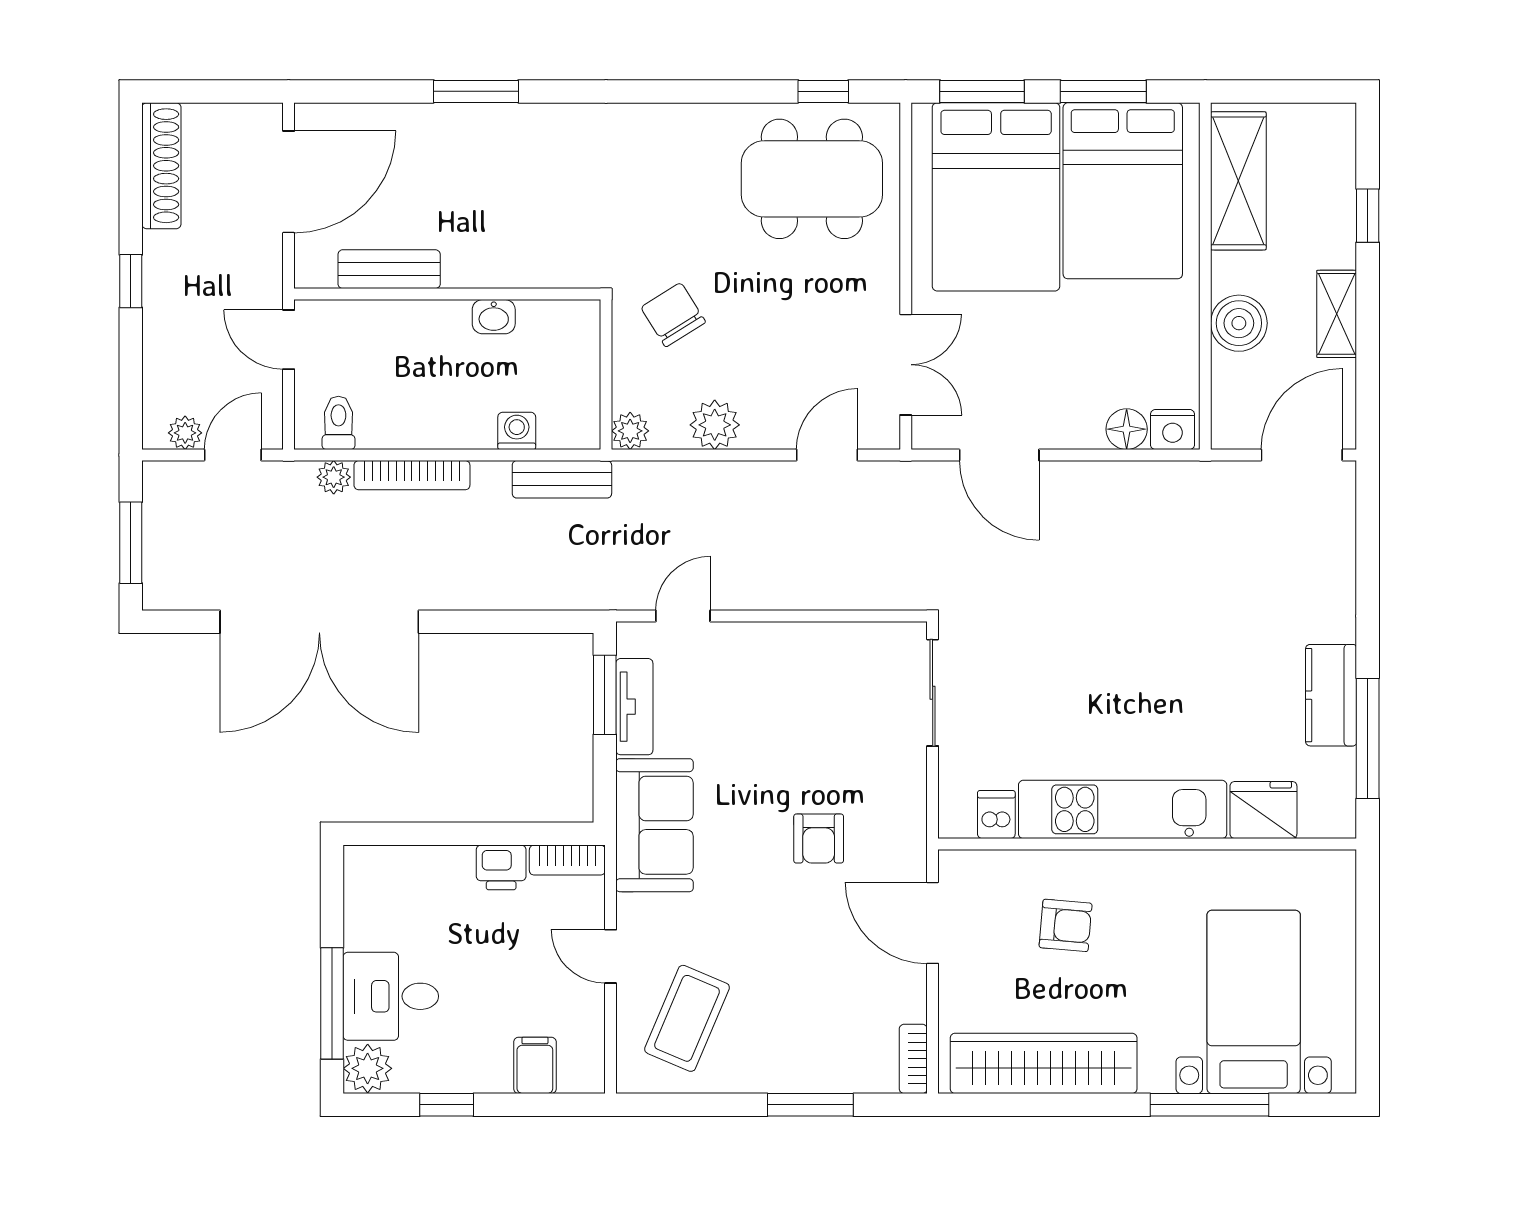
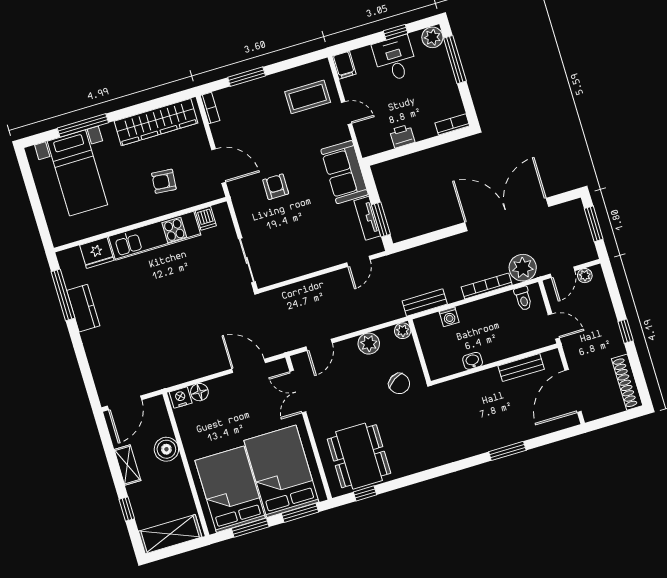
dining table: (812, 179) -> (359, 456), turned 90
shelving: (1238, 181) -> (170, 534), moved, turned 90
plant: (334, 477) -> (523, 268), width x1.87, depth x1.87
bookcase: (567, 860) -> (452, 124), moved
desk: (391, 996) -> (395, 59), moved, turned -90
coffee table: (687, 1018) -> (308, 97), turned 67
filing cabinet: (535, 1065) -> (344, 65), moved

